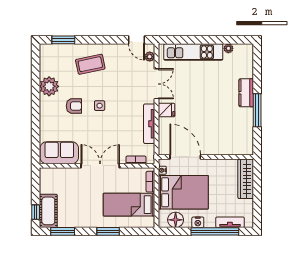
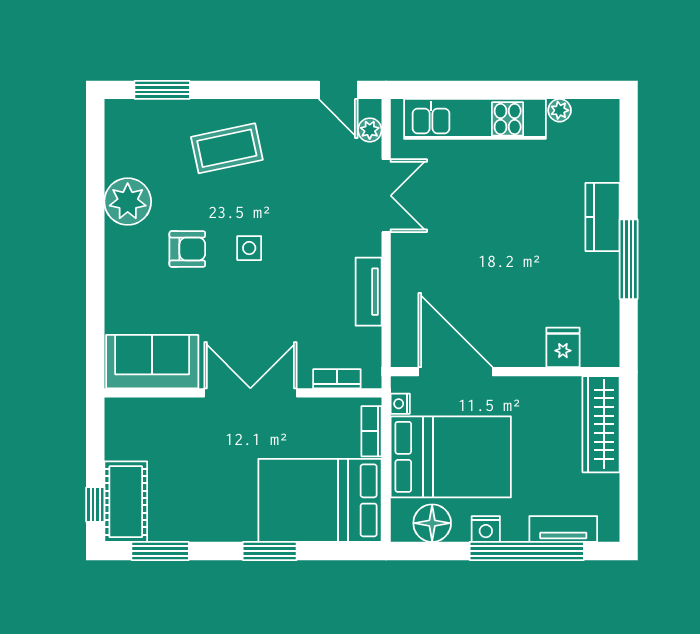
fridge: (167, 110) -> (563, 347), moved, turned -90
tv unit: (149, 124) -> (369, 292), width x0.71
bed: (129, 205) -> (320, 500), width x1.50

